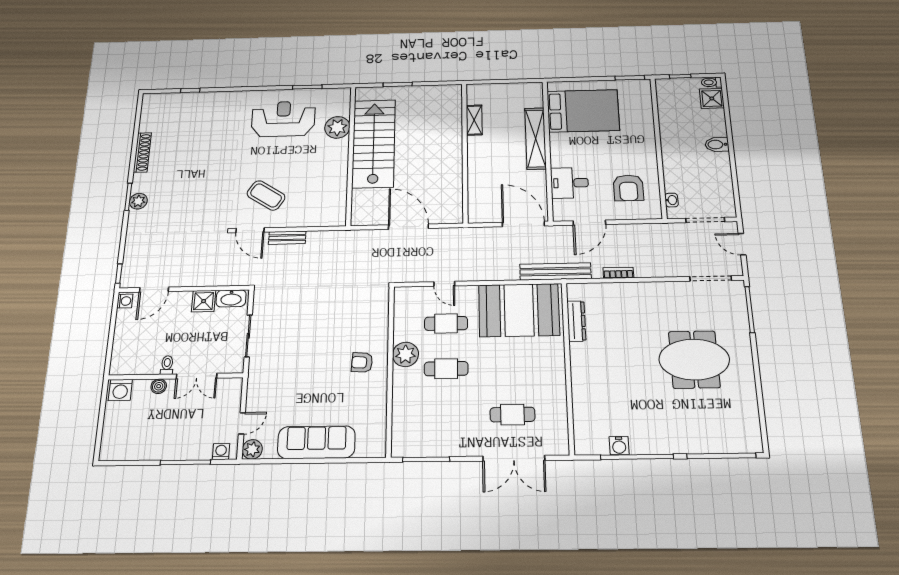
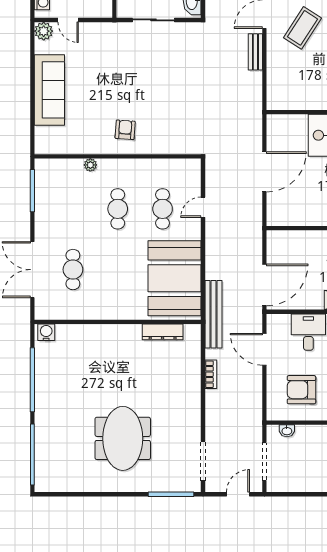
plant: (405, 354) -> (90, 165), moved, width x0.53, depth x0.53
water cooler: (619, 446) -> (46, 332), moved, turned 90

